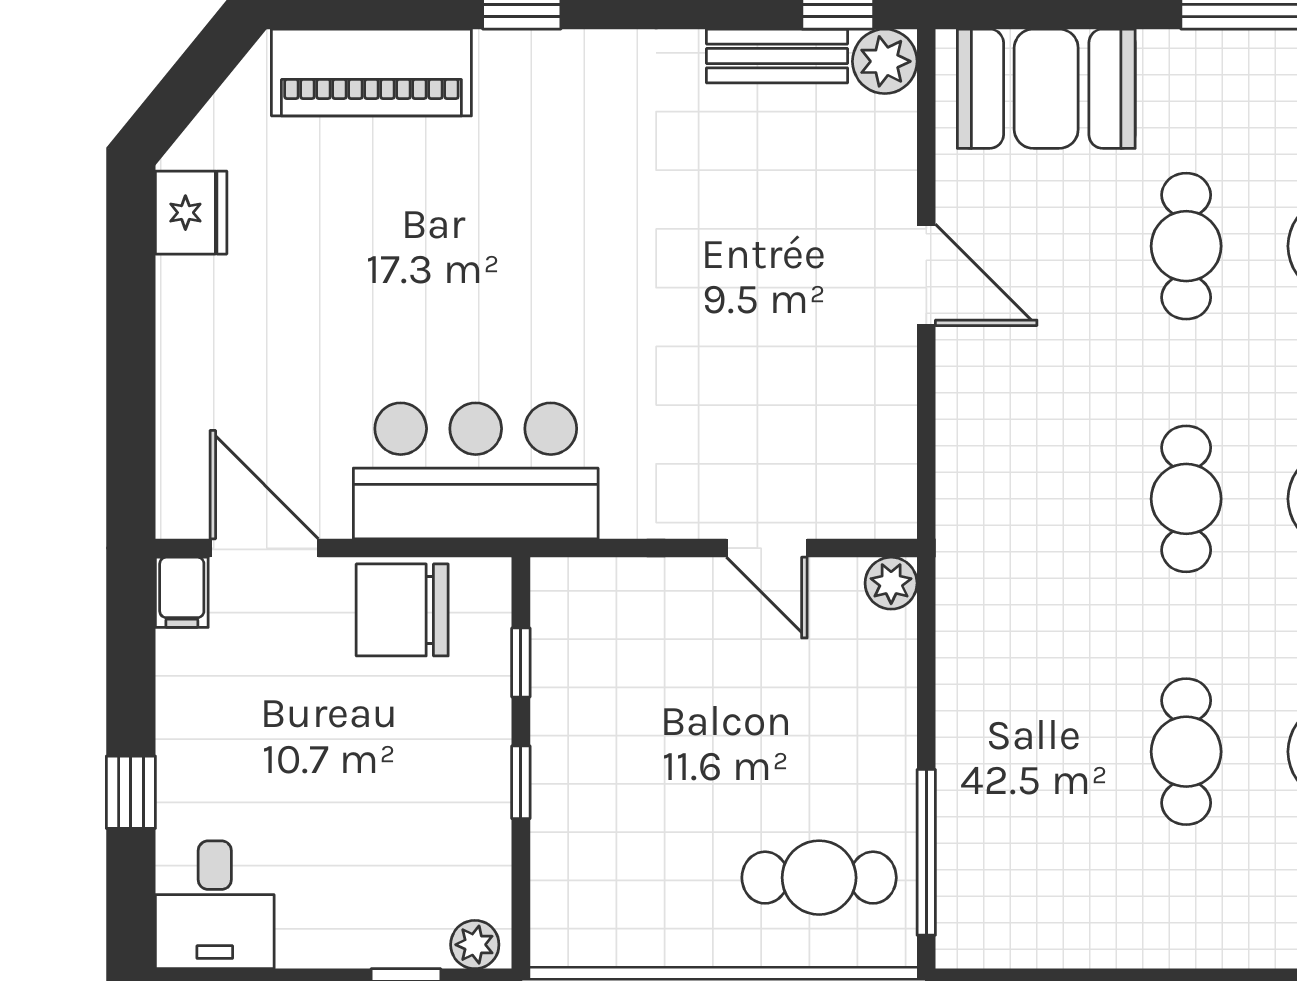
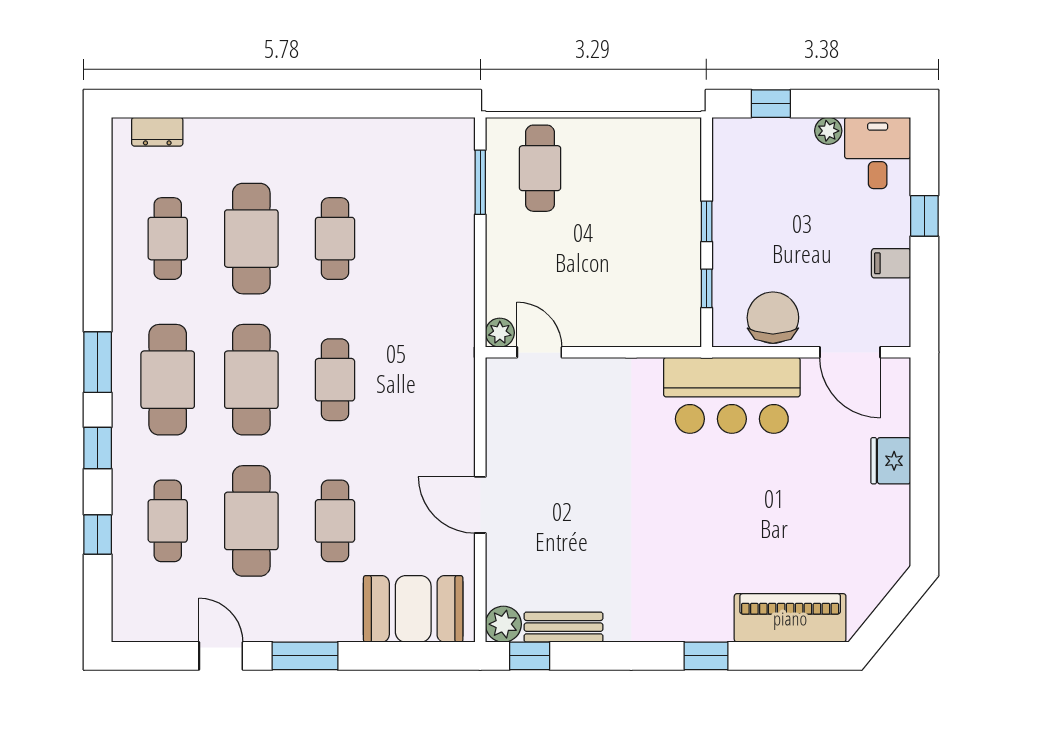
fridge: (191, 213) -> (891, 461), moved
door: (767, 548) -> (539, 352), moved
filing cabinet: (182, 592) -> (891, 263), moved, turned -90
chair: (402, 610) -> (773, 318), turned -90
window: (926, 852) -> (480, 182), width x0.69
cafe table: (819, 878) -> (540, 168), turned 90
plant: (475, 945) -> (828, 131), moved

